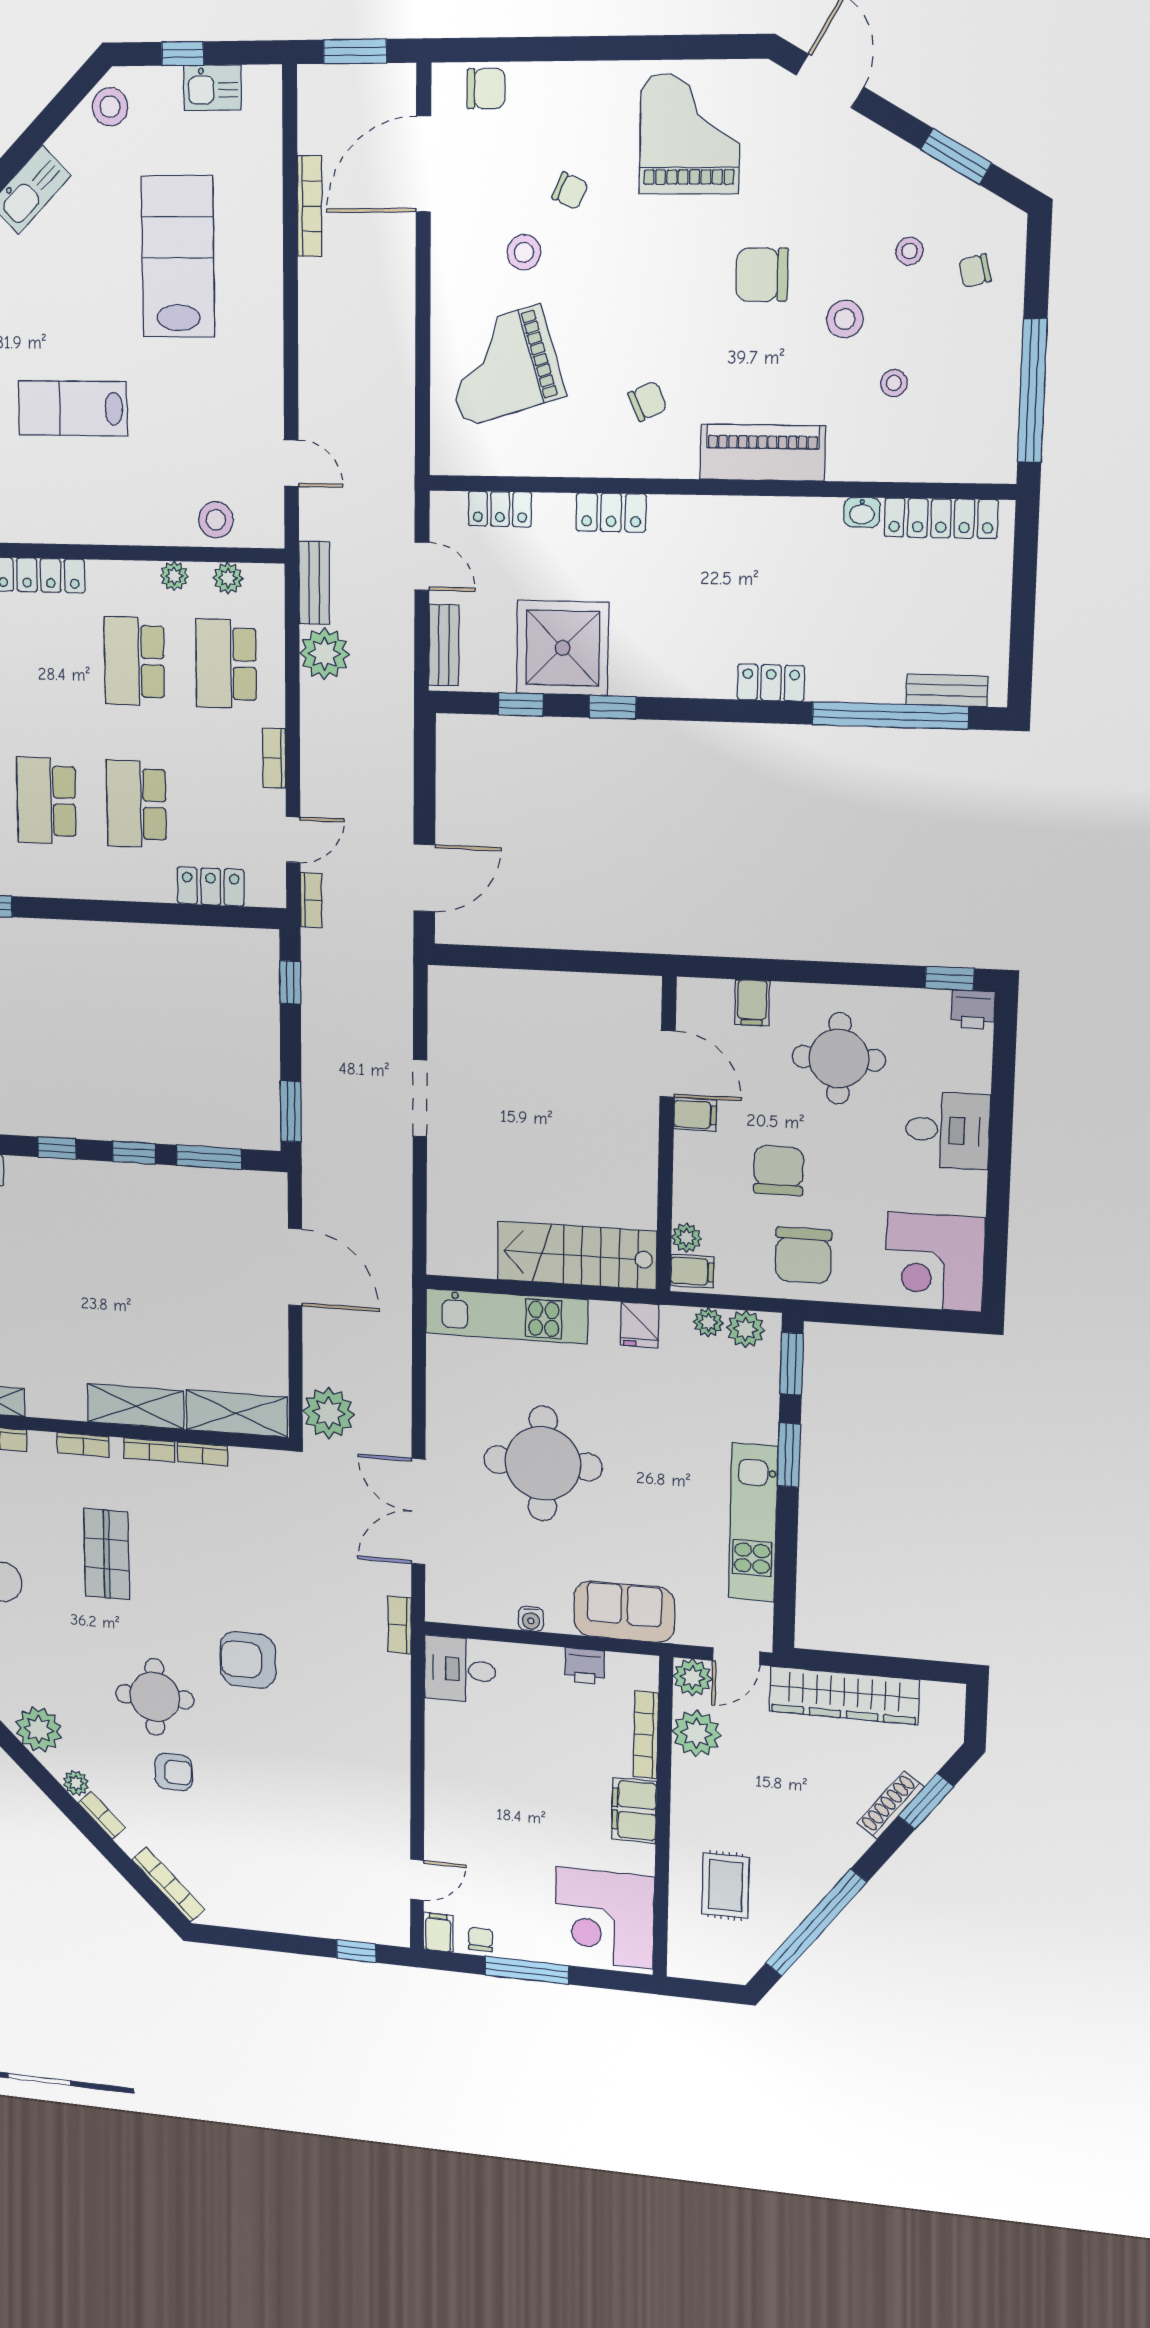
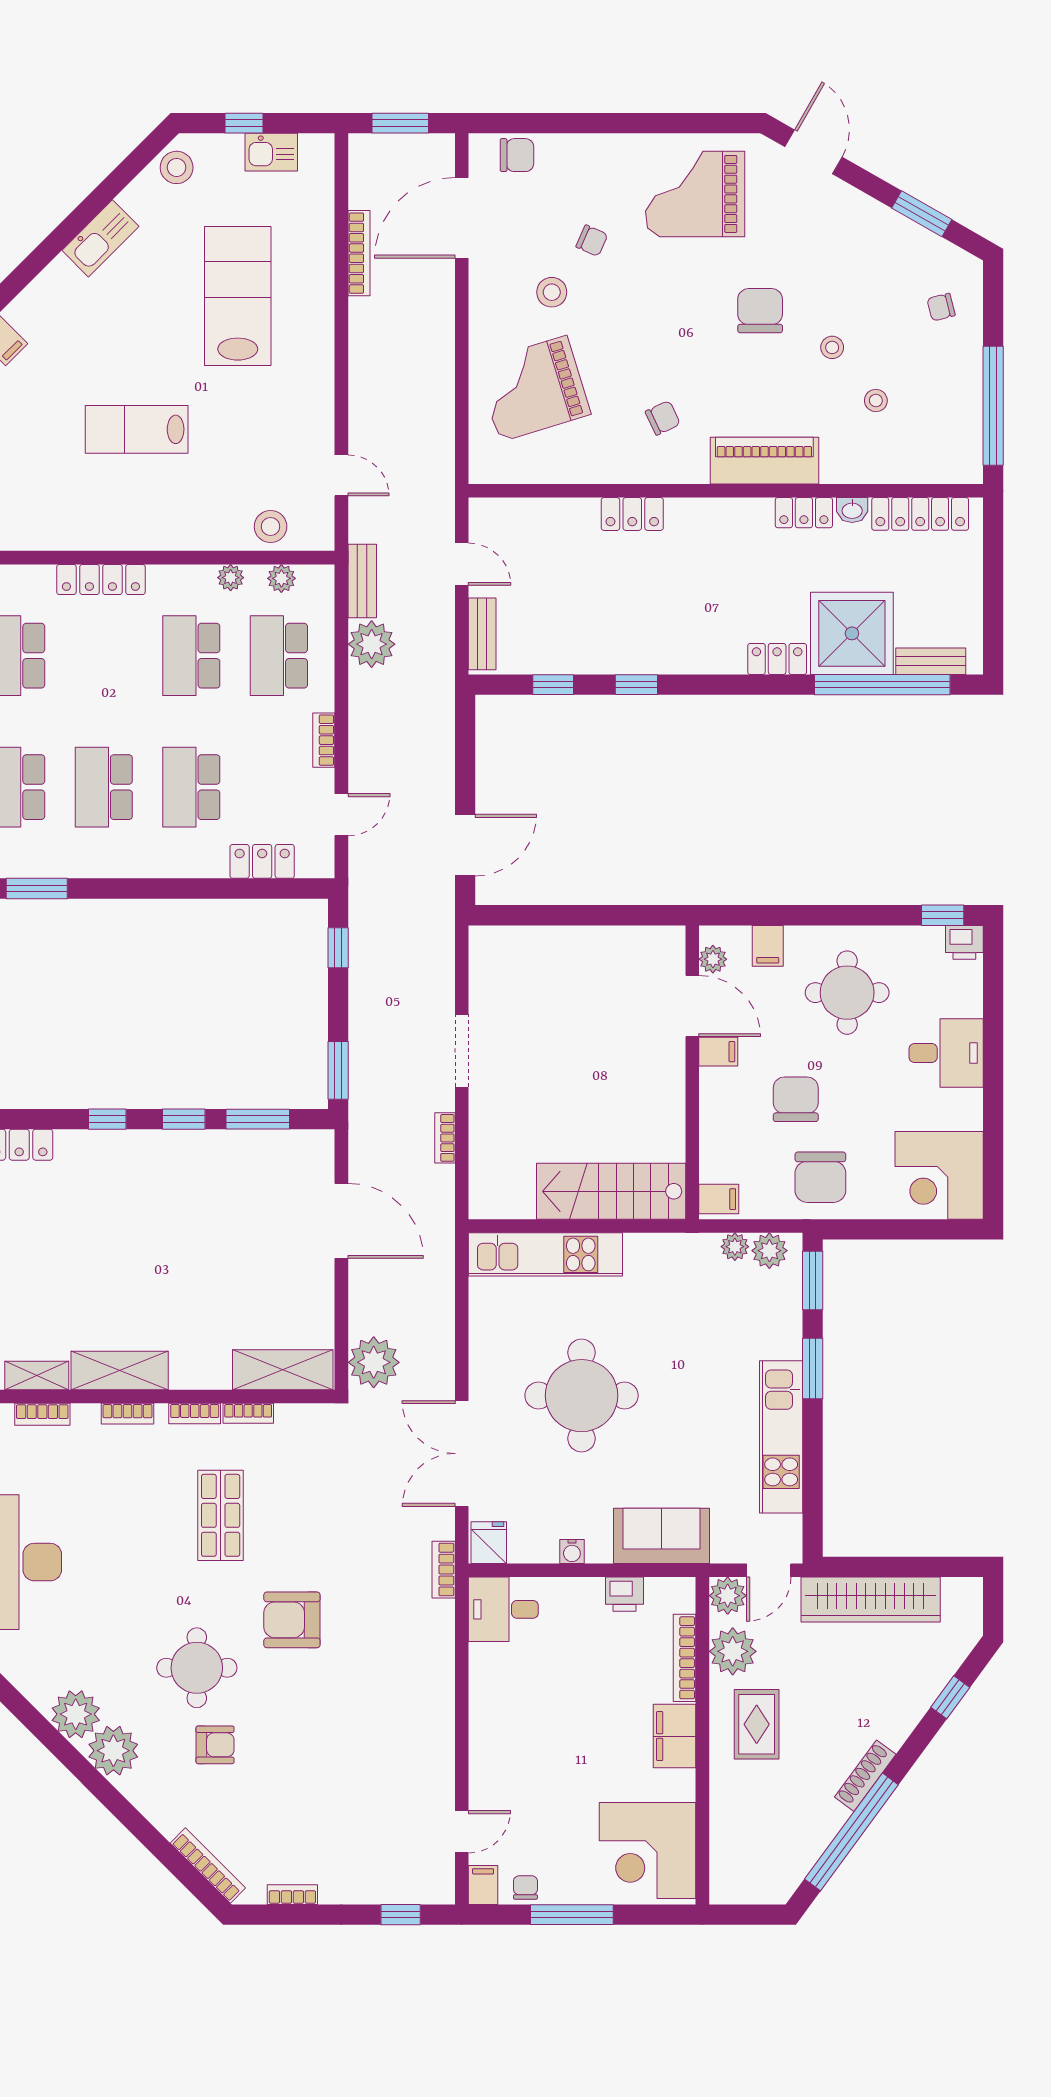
grand piano: (690, 134) -> (695, 194), turned -90
stool: (909, 251) -> (885, 291), removed
chair: (762, 275) -> (760, 311), turned 90
stool: (845, 319) -> (832, 347), width x0.73, depth x0.73
locker: (500, 509) -> (804, 513), moved
shower: (563, 648) -> (852, 633), moved
bookcase: (311, 900) -> (445, 1138), moved, turned 180
plant: (686, 1238) -> (713, 959), moved
fridge: (640, 1325) -> (489, 1543), moved, turned 180
shelving: (135, 1406) -> (120, 1370), moved
shop shelf: (107, 1554) -> (221, 1515), moved
plant: (76, 1783) -> (113, 1751), width x1.88, depth x1.88
window: (926, 1801) -> (950, 1697), width x0.67
shoe rack: (890, 1805) -> (865, 1776), moved
bookcase: (102, 1815) -> (292, 1895), moved, turned -45
rug: (725, 1886) -> (757, 1724), moved

